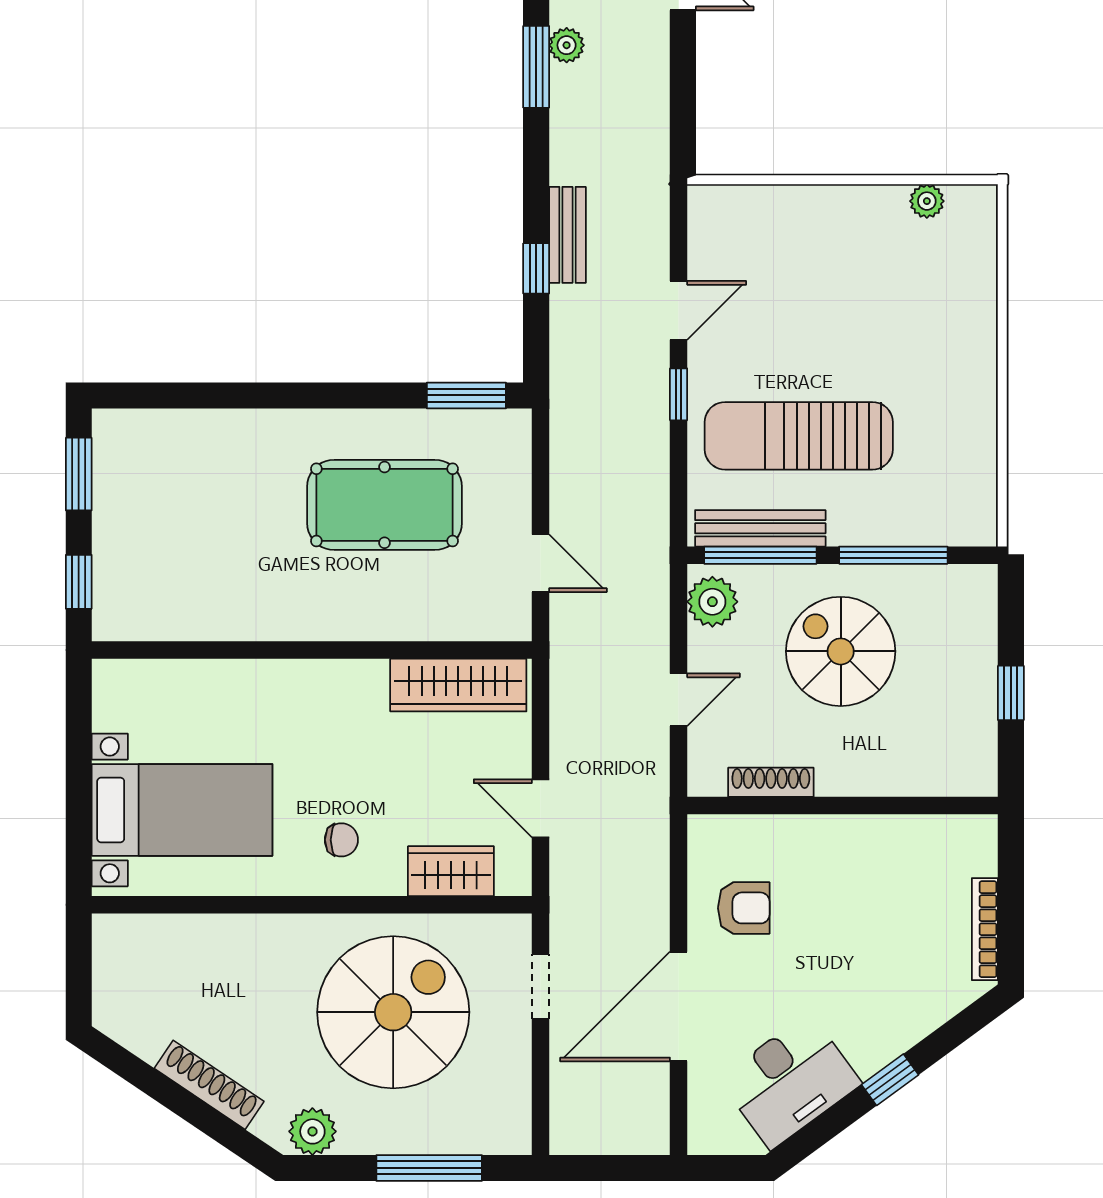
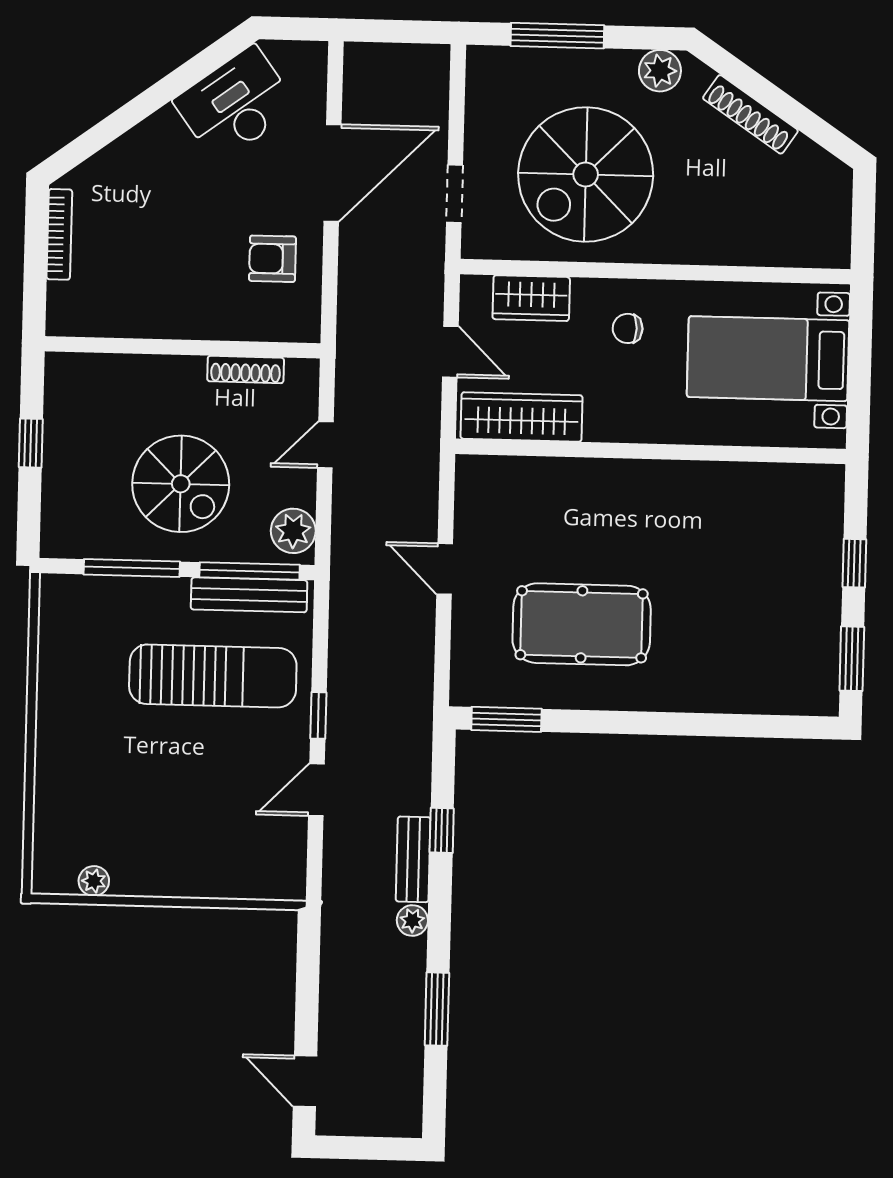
plant: (567, 45) -> (412, 921), moved
wall: (312, 650) -> (651, 451), moved
wardrobe: (458, 685) -> (522, 417), moved
window: (890, 1080) -> (147, 103), removed

